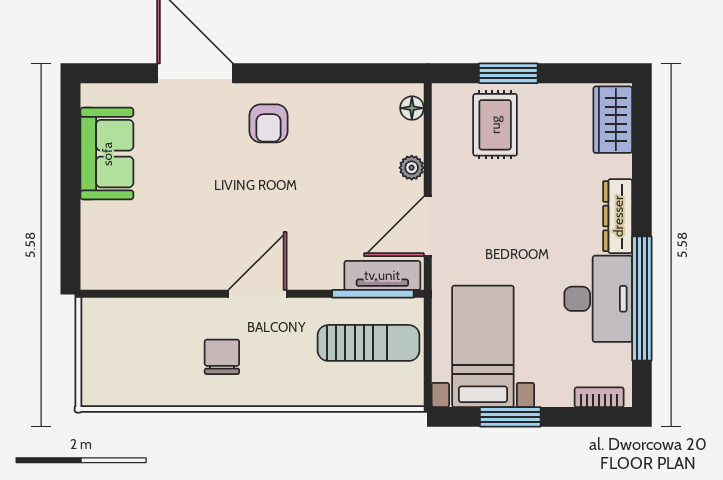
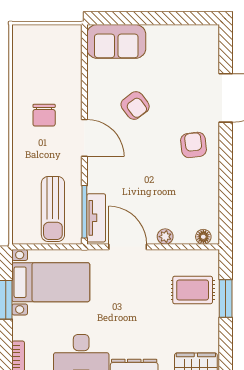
armchair: (269, 123) -> (194, 145), turned 83
sofa: (107, 154) -> (116, 41), moved
armchair: (207, 215) -> (135, 105), added
chair: (222, 357) -> (44, 115), turned 90

